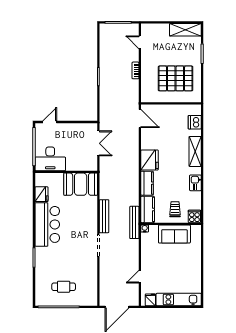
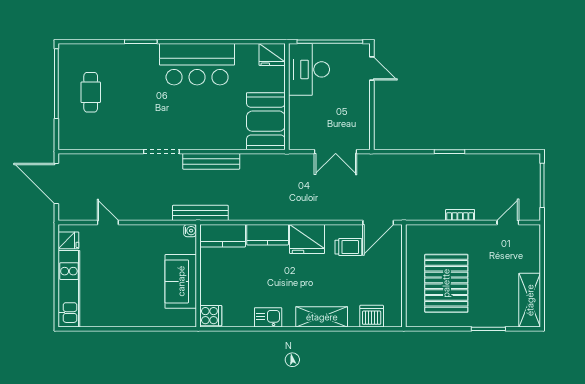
fridge: (42, 194) -> (272, 55), moved
trolley: (175, 209) -> (348, 247), moved

